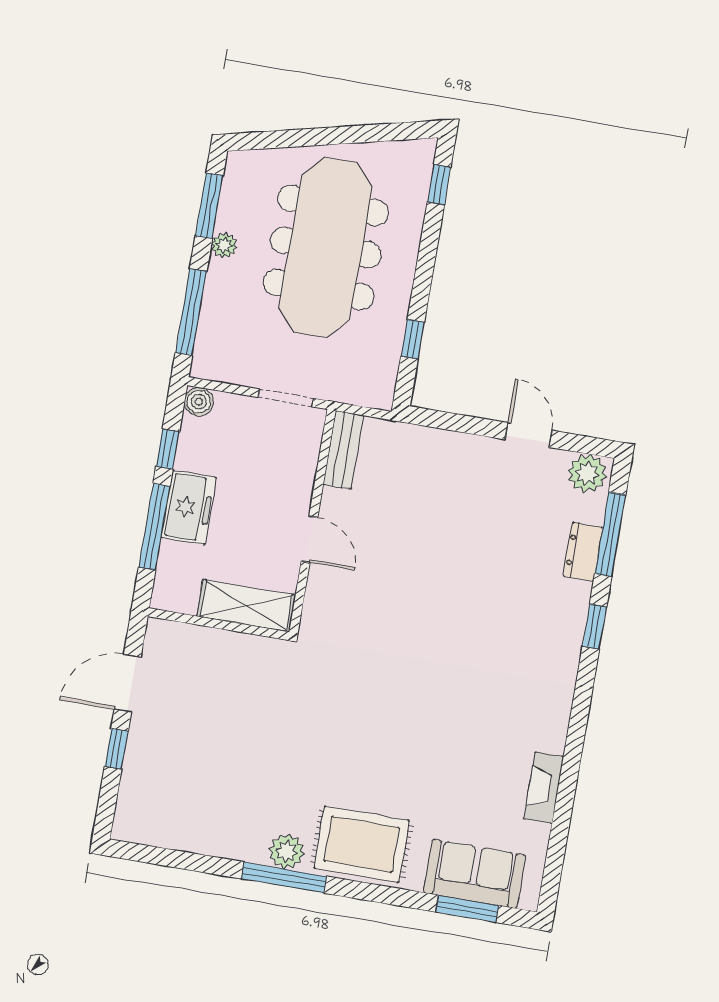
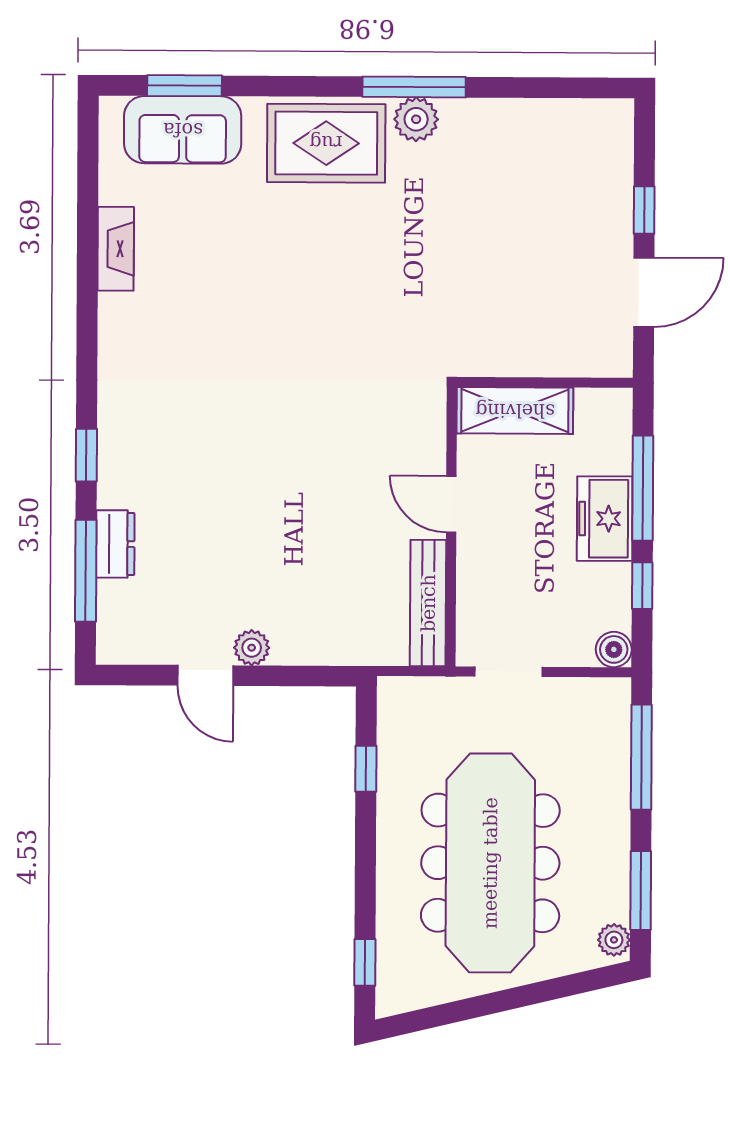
plant: (224, 245) -> (614, 940), moved
bench: (343, 450) -> (428, 603), width x1.36
plant: (587, 473) -> (252, 648), moved, width x0.73, depth x0.73

